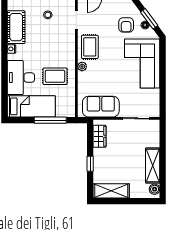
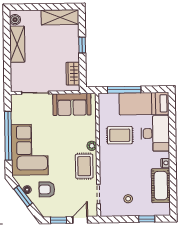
armchair: (126, 25) -> (47, 189), turned -90
window: (163, 77) -> (8, 136), added

